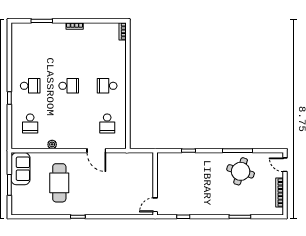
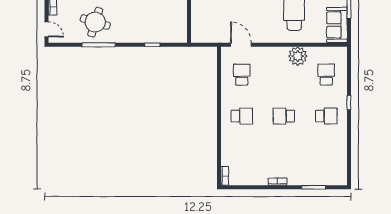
school desk: (30, 86) -> (326, 116), turned 180
plant: (52, 144) -> (298, 56), width x1.88, depth x1.88
door: (96, 151) -> (241, 45), moved

